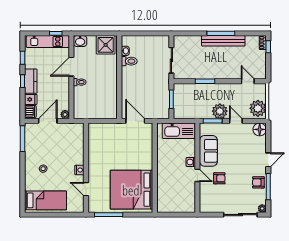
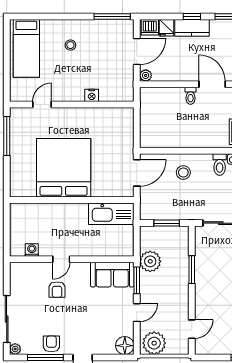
stool: (135, 87) -> (183, 172), added
plant: (220, 111) -> (150, 261), moved
door: (48, 121) -> (137, 51), hinge flipped
kitchen sink: (179, 131) -> (111, 214), moved, turned -90
sofa: (208, 151) -> (112, 275), moved
washing machine: (191, 162) -> (32, 250), moved
nightstand: (79, 170) -> (92, 95), moved
bed: (131, 190) -> (64, 168), moved

